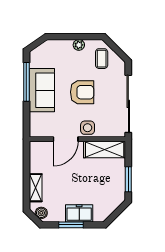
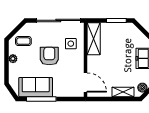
sofa: (42, 90) -> (36, 87), moved
side table: (88, 128) -> (71, 44), moved
door: (66, 139) -> (85, 82), moved

